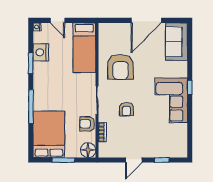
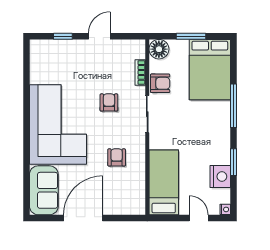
armchair: (121, 67) -> (117, 157), width x0.53, depth x0.53
window: (190, 87) -> (26, 131), removed
corner sofa: (171, 100) -> (58, 125), width x1.36, depth x1.36

